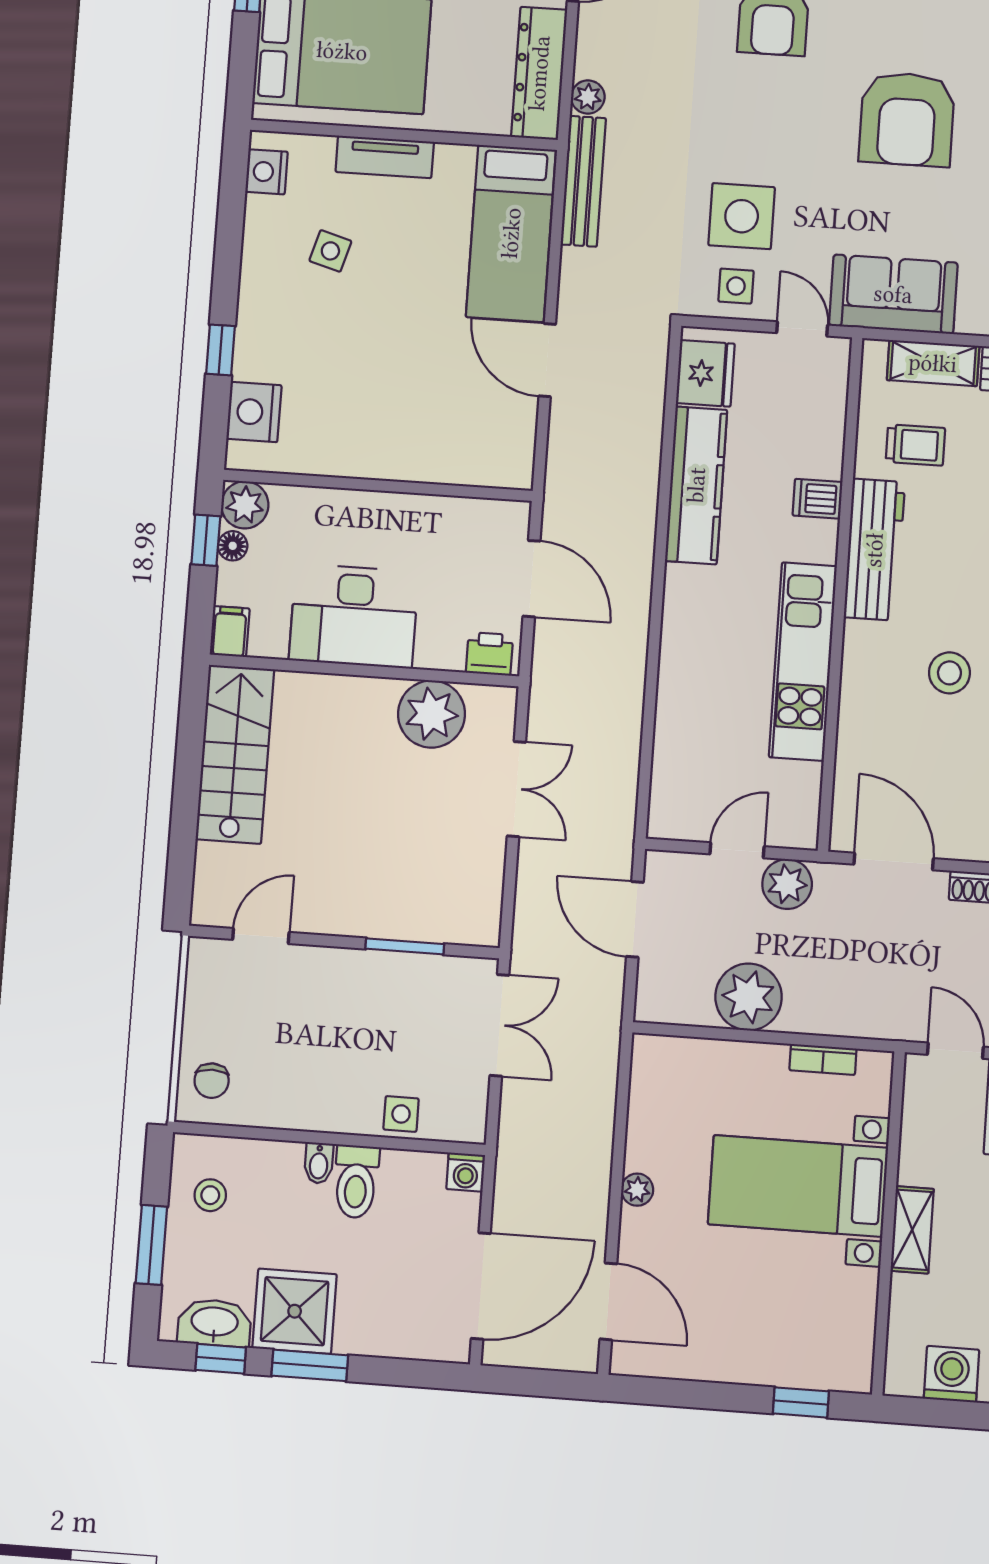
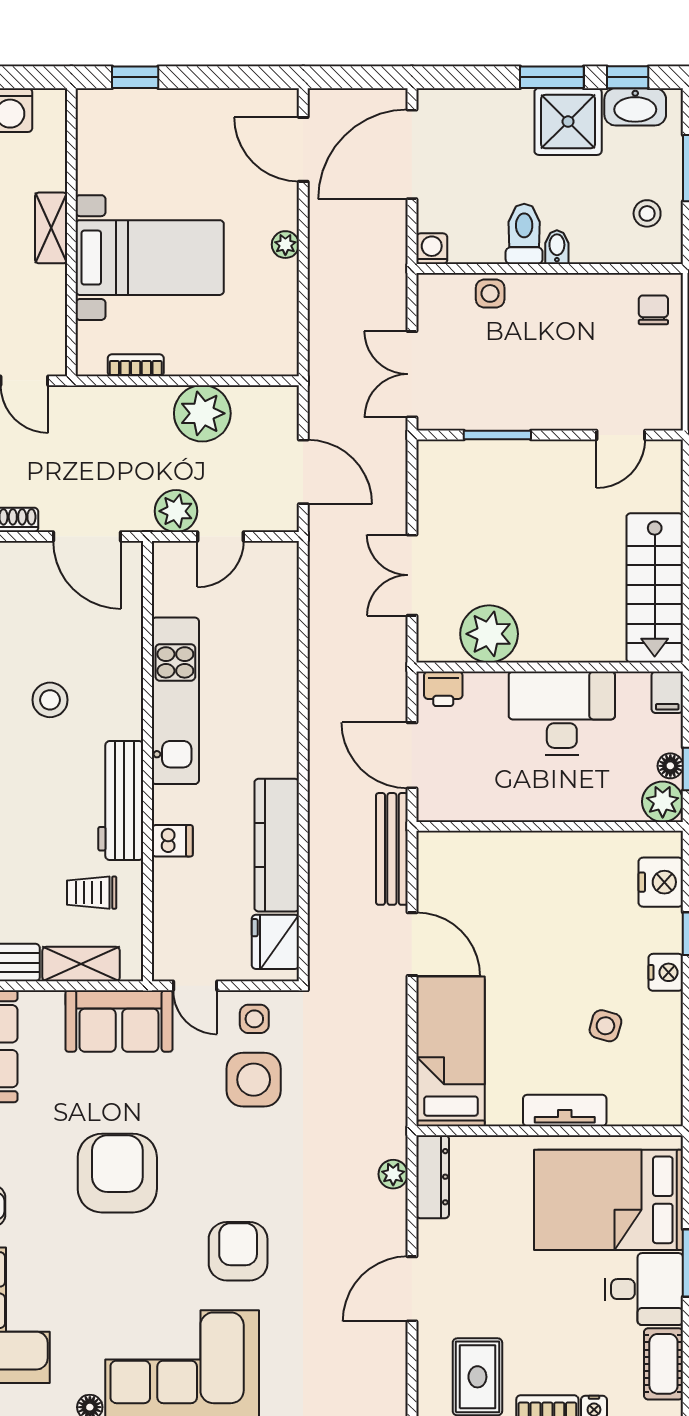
dresser: (539, 73) -> (433, 1177), width x0.73, depth x0.80
nightstand: (267, 172) -> (666, 972), moved
bench: (583, 181) -> (392, 849), moved

